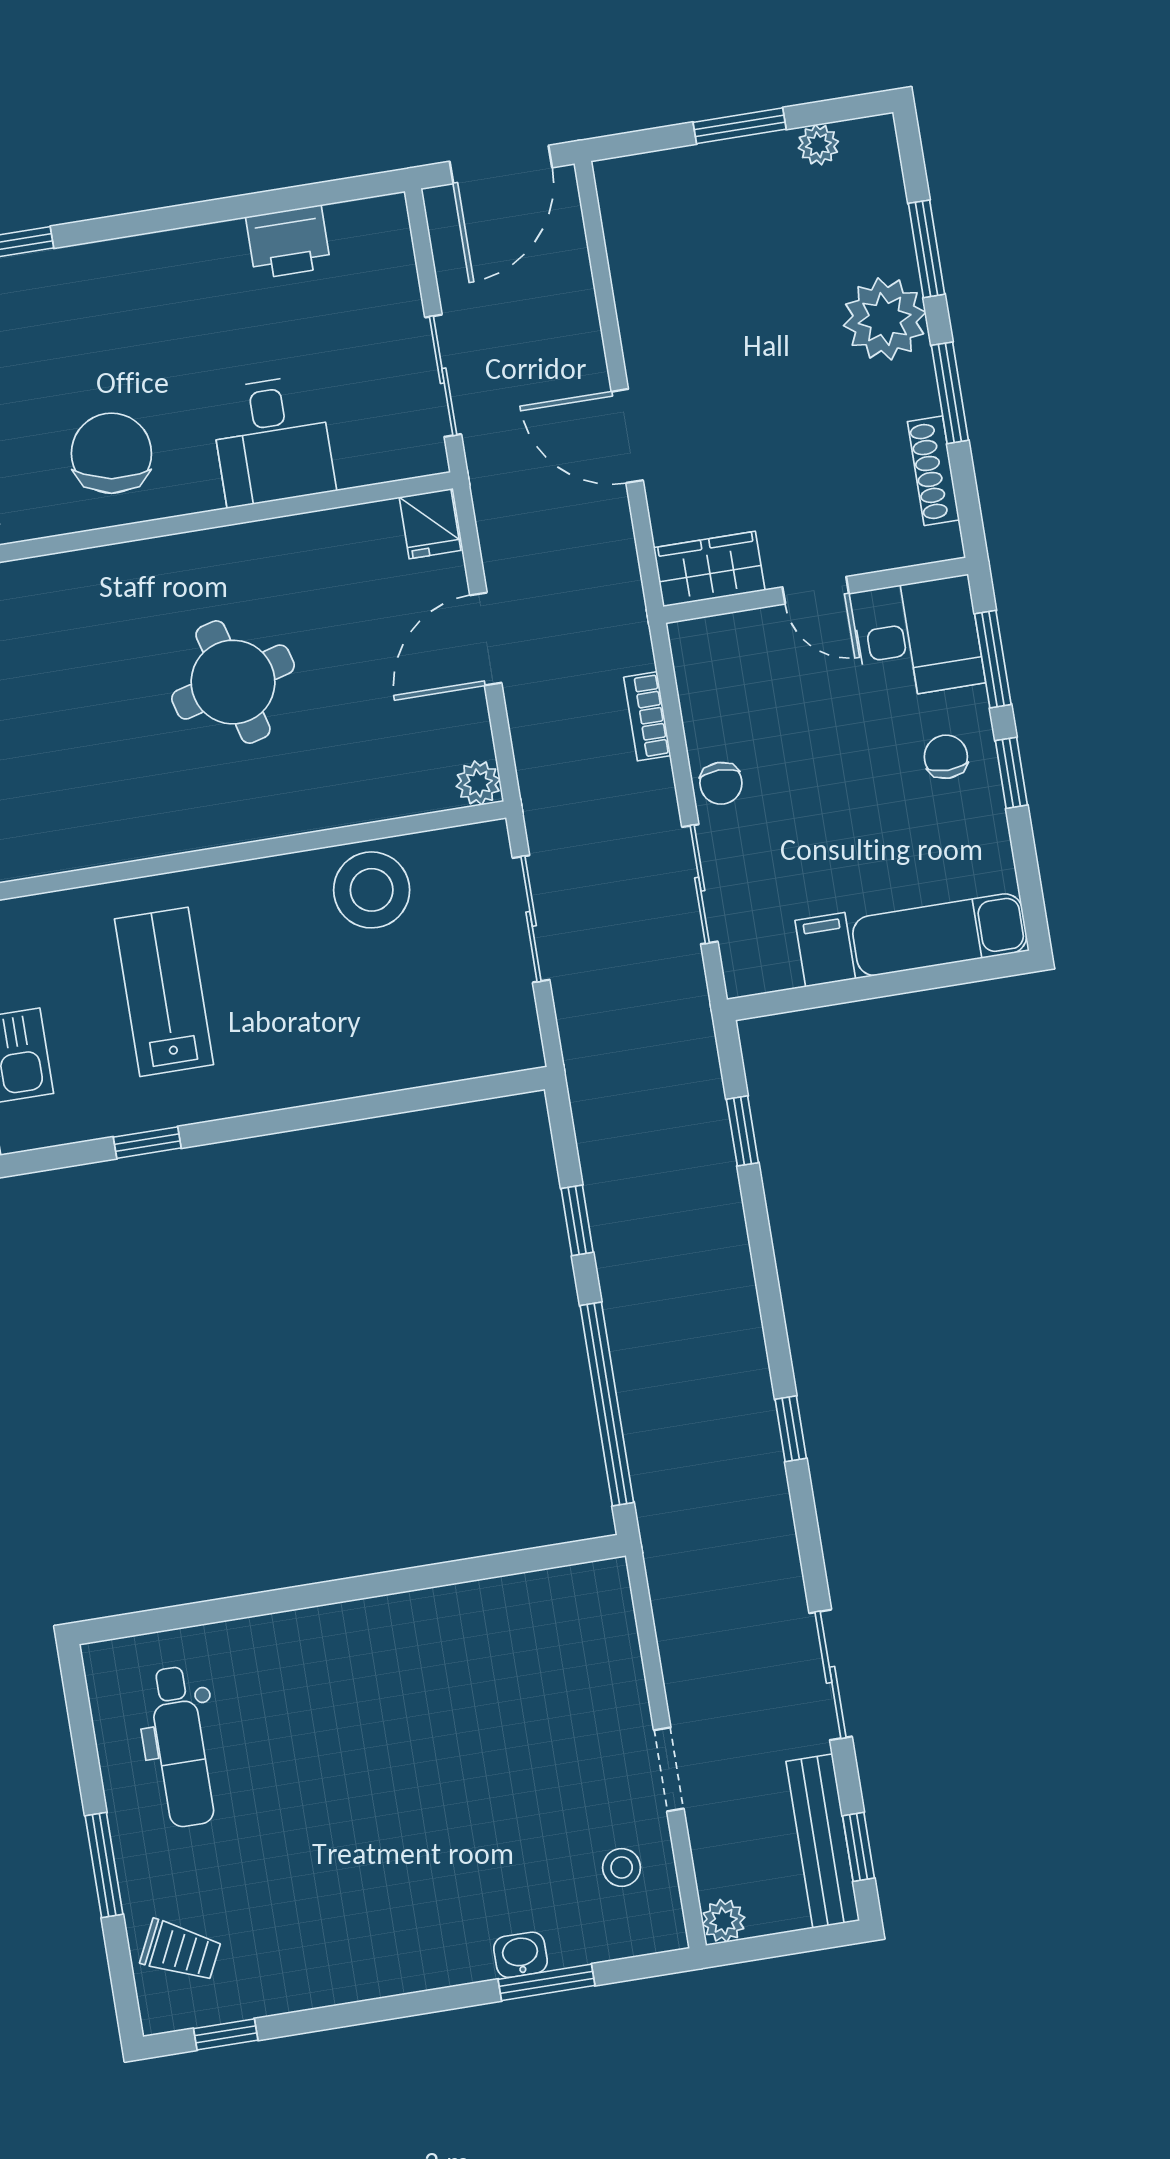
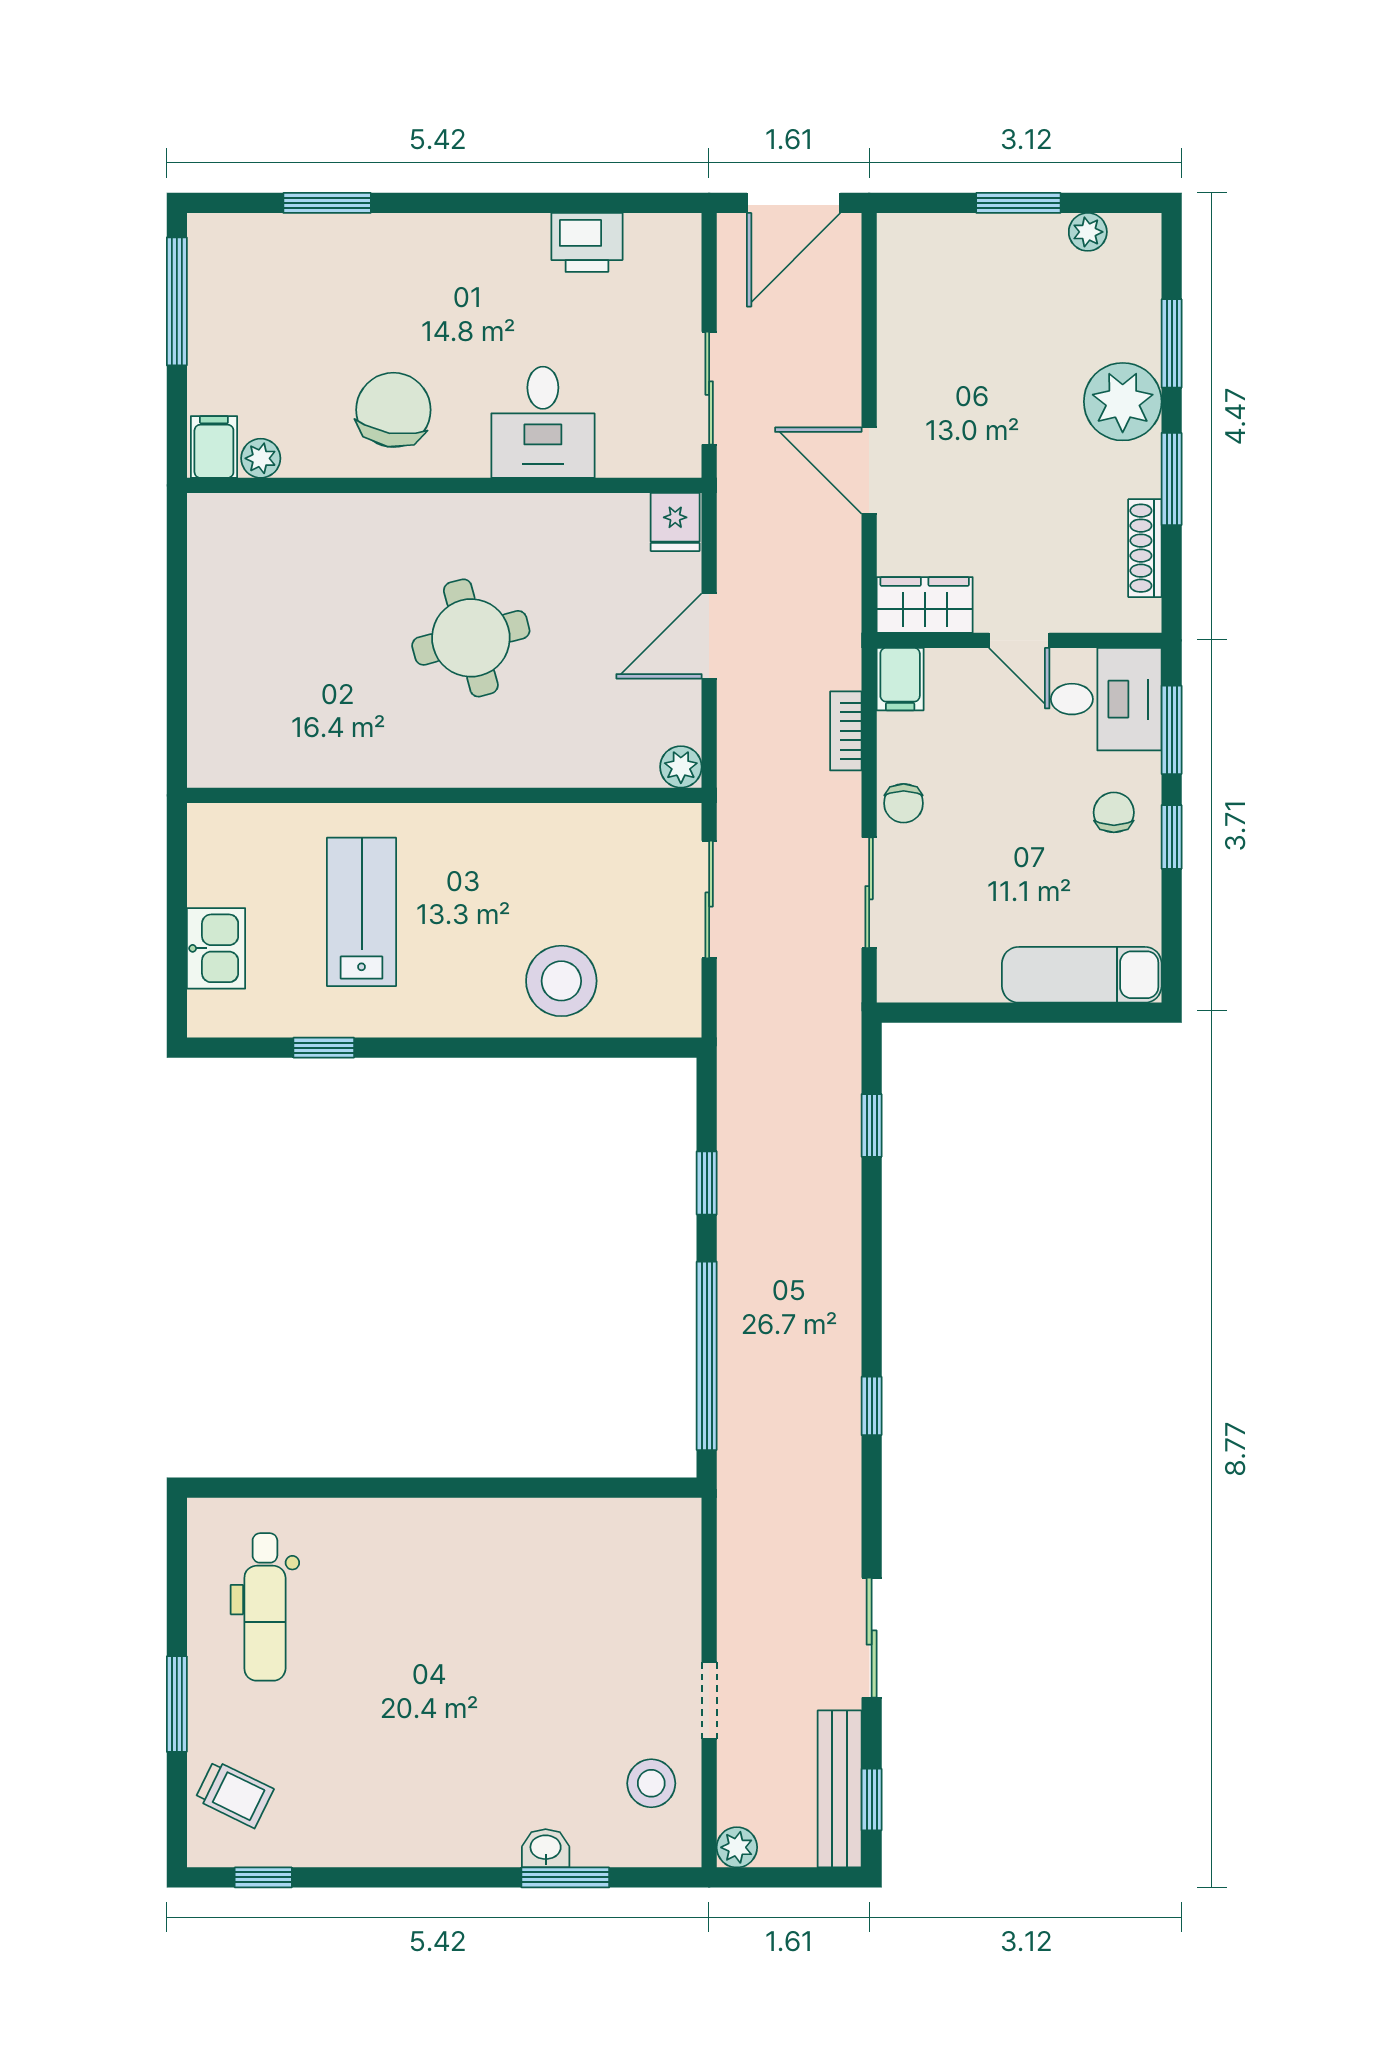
stool: (372, 890) -> (561, 981), moved
filing cabinet: (825, 950) -> (900, 679), moved, turned 180
stool: (622, 1868) -> (651, 1783), width x1.37, depth x1.37

